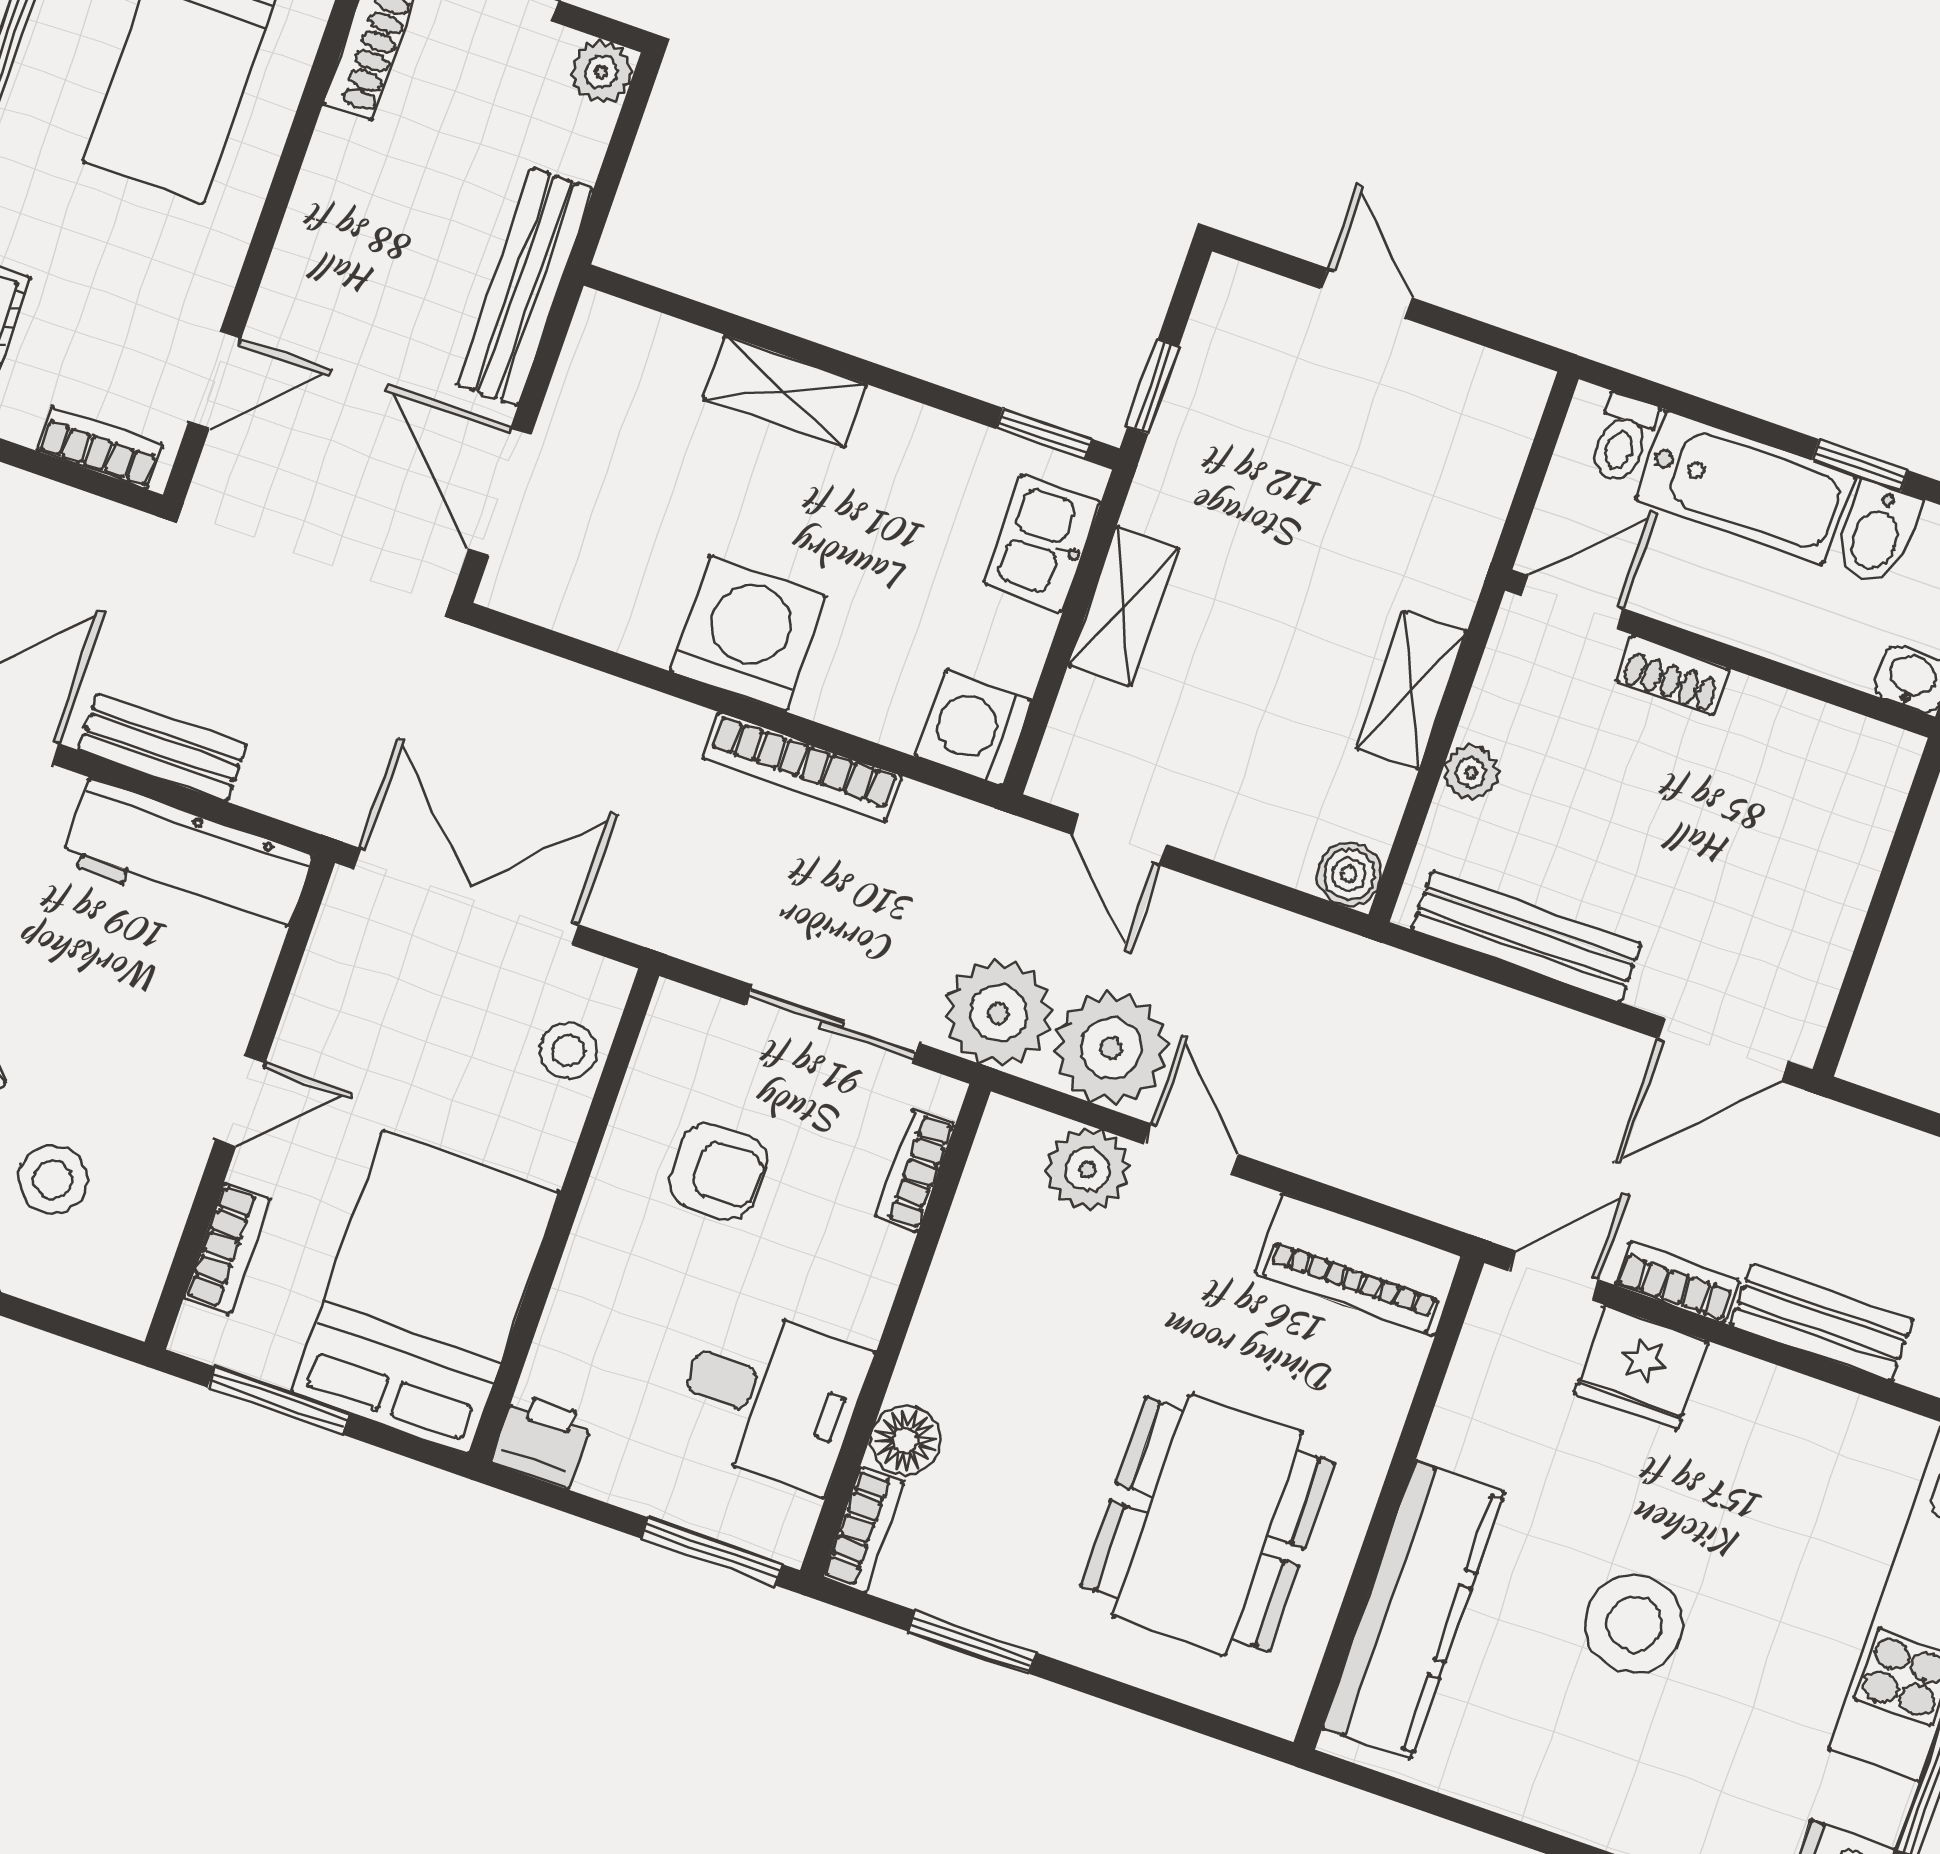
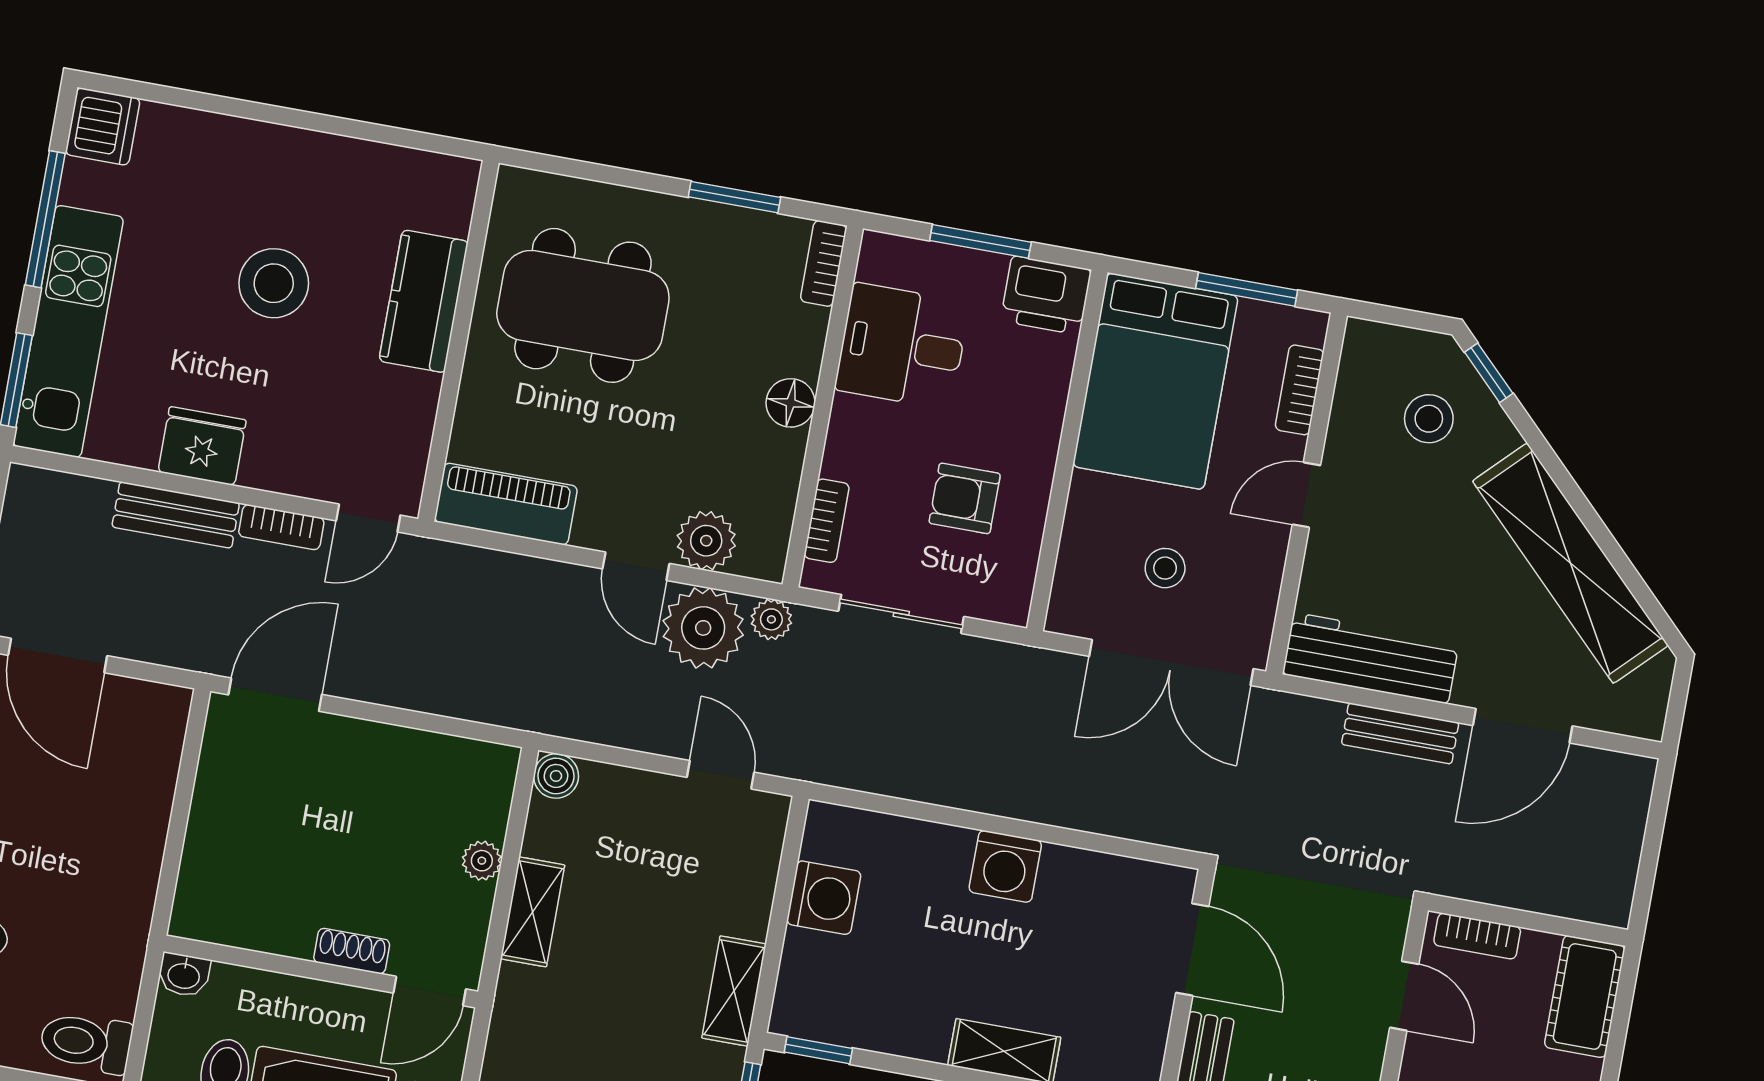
door: (215, 380) -> (1404, 996), swing flipped
kitchen sink: (1042, 543) -> (807, 974), removed
shelving: (1123, 606) -> (734, 991), moved
washing machine: (748, 633) -> (1005, 866), width x0.73, depth x0.73
washing machine: (974, 728) -> (824, 898), moved
bookcase: (802, 767) -> (950, 790), removed
bench: (1526, 937) -> (425, 752), removed
plant: (998, 1013) -> (771, 619), width x0.53, depth x0.53
stool: (569, 1050) -> (1165, 568), moved
fridge: (1641, 1368) -> (202, 446), moved
printer: (542, 1440) -> (1046, 295), width x1.36, depth x1.24
floor lamp: (906, 1440) -> (791, 403), moved
dining table: (1207, 1525) -> (583, 305), turned 90
window: (712, 1551) -> (980, 241), moved
kitchen counter: (1413, 1610) -> (424, 301), width x0.67

